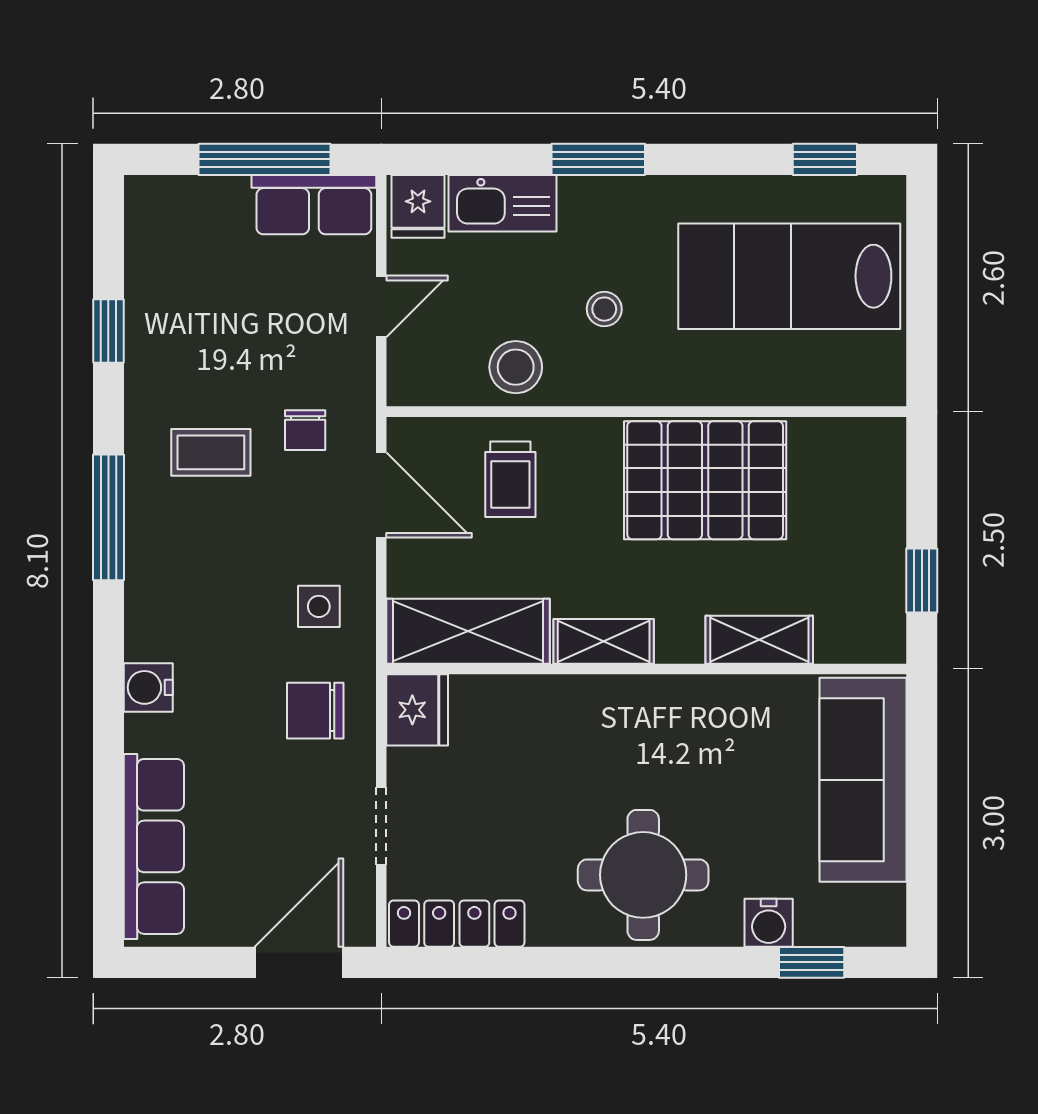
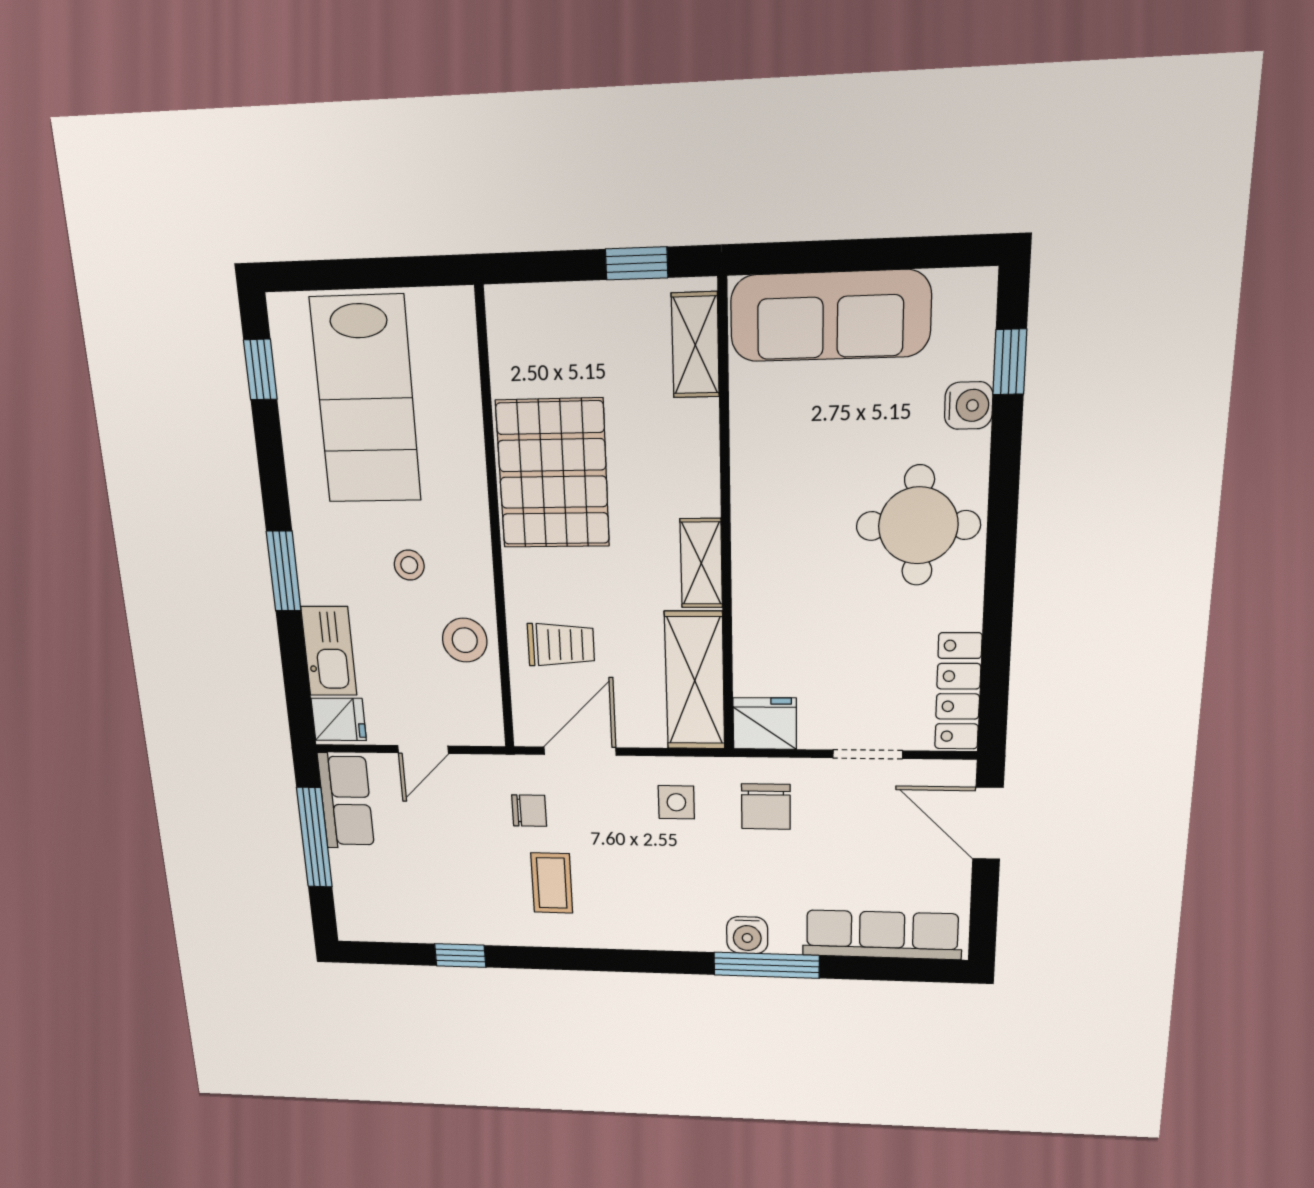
door: (381, 306) -> (423, 749), swing flipped
window: (108, 517) -> (766, 965), moved
shelving: (759, 640) -> (695, 345), moved

